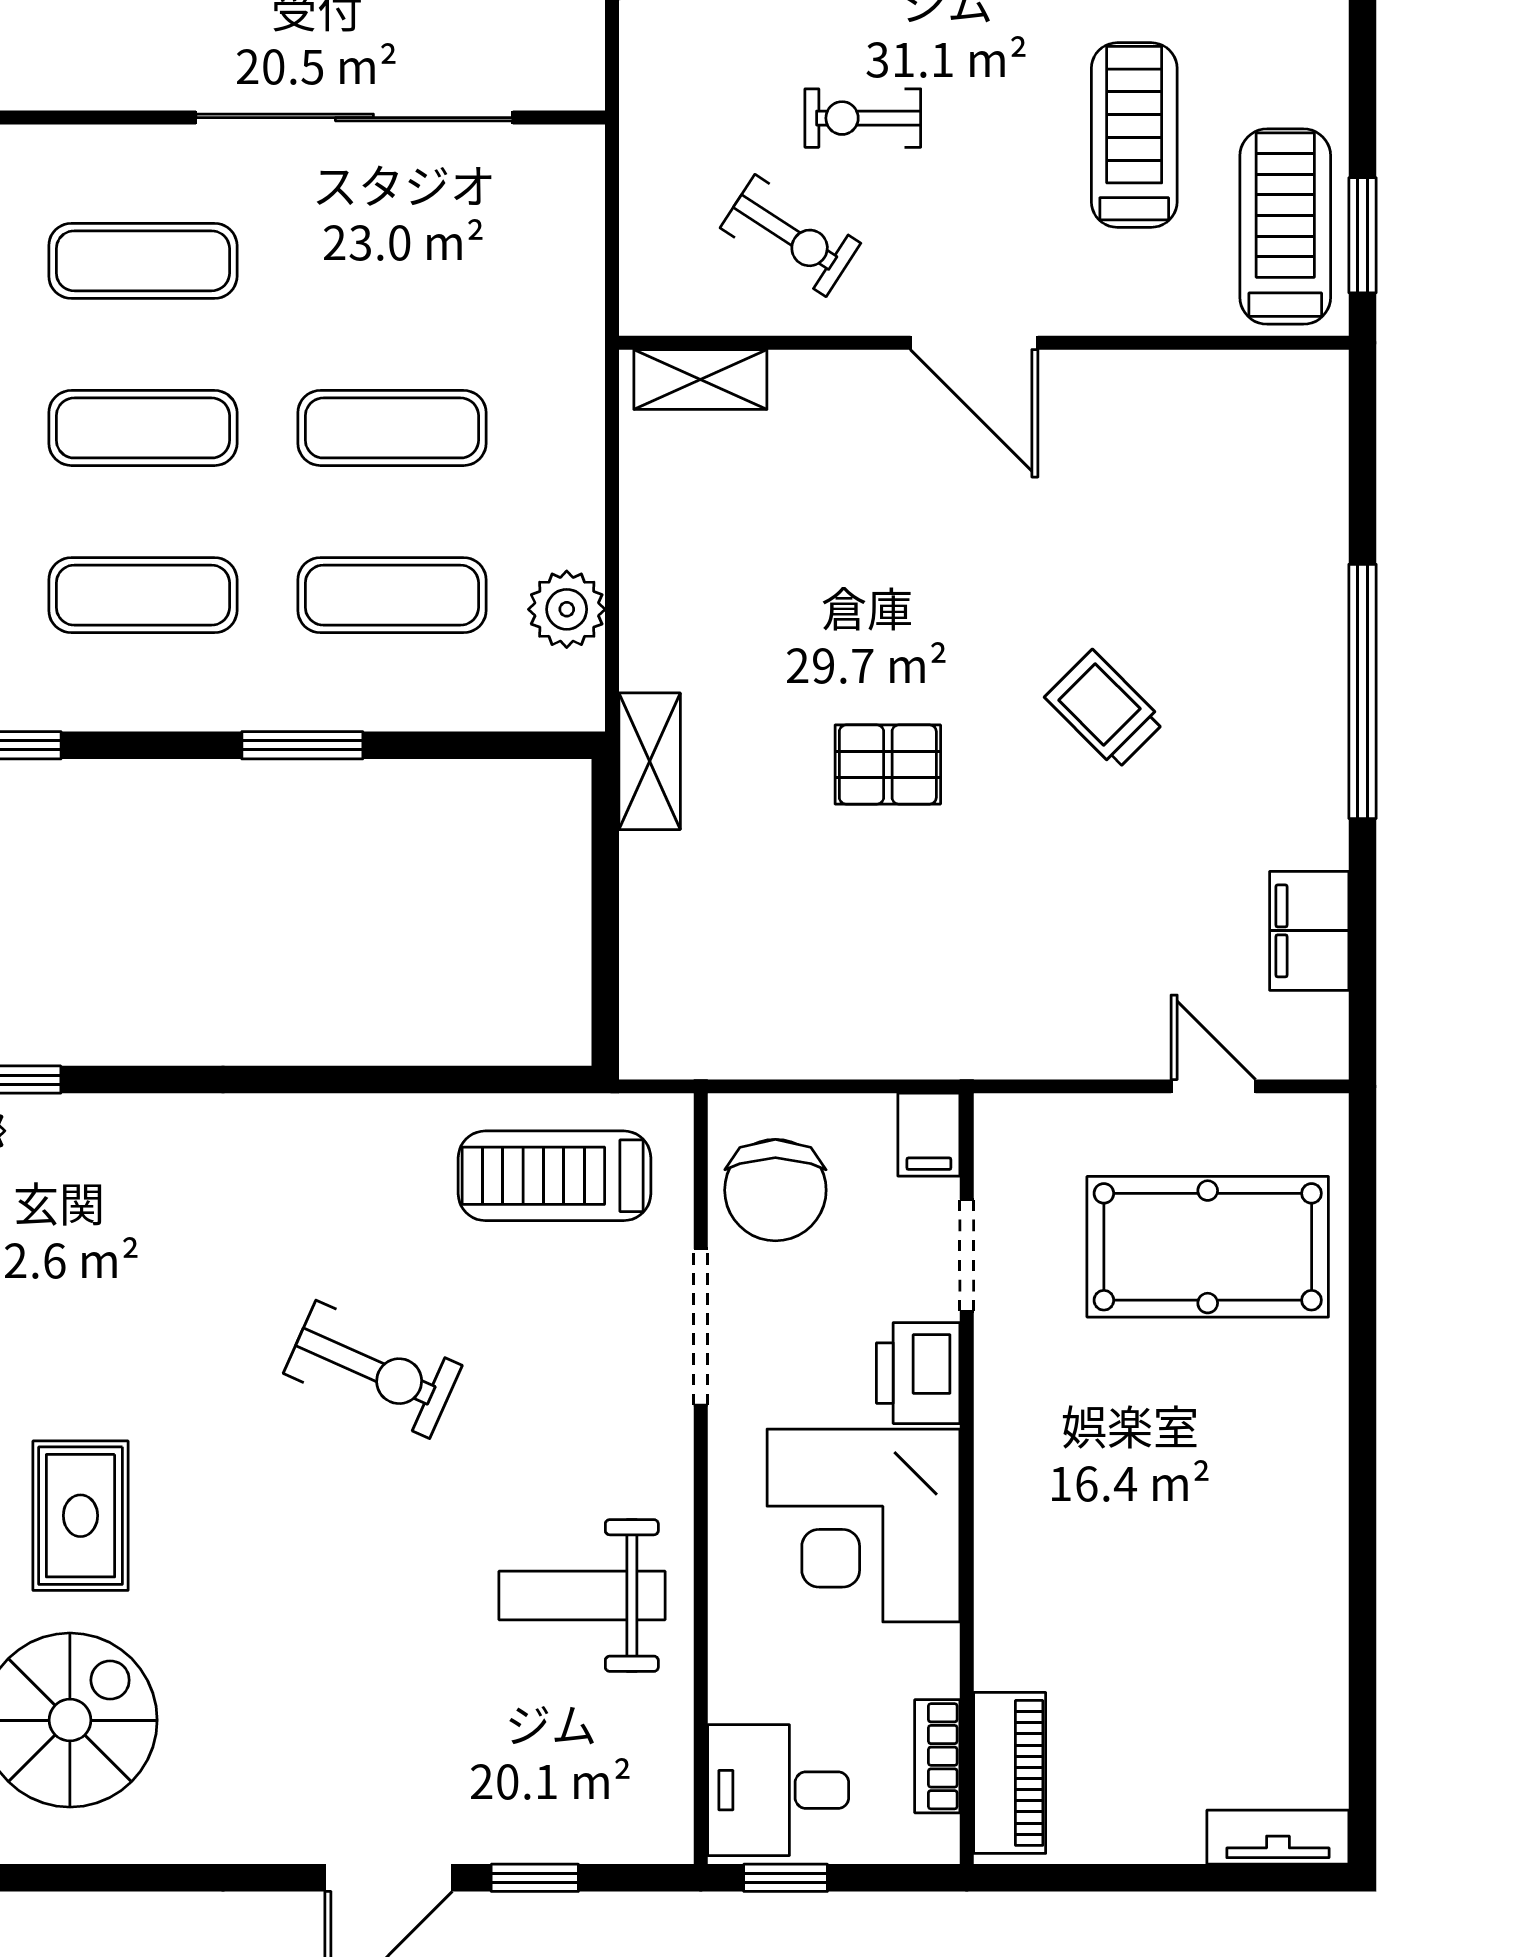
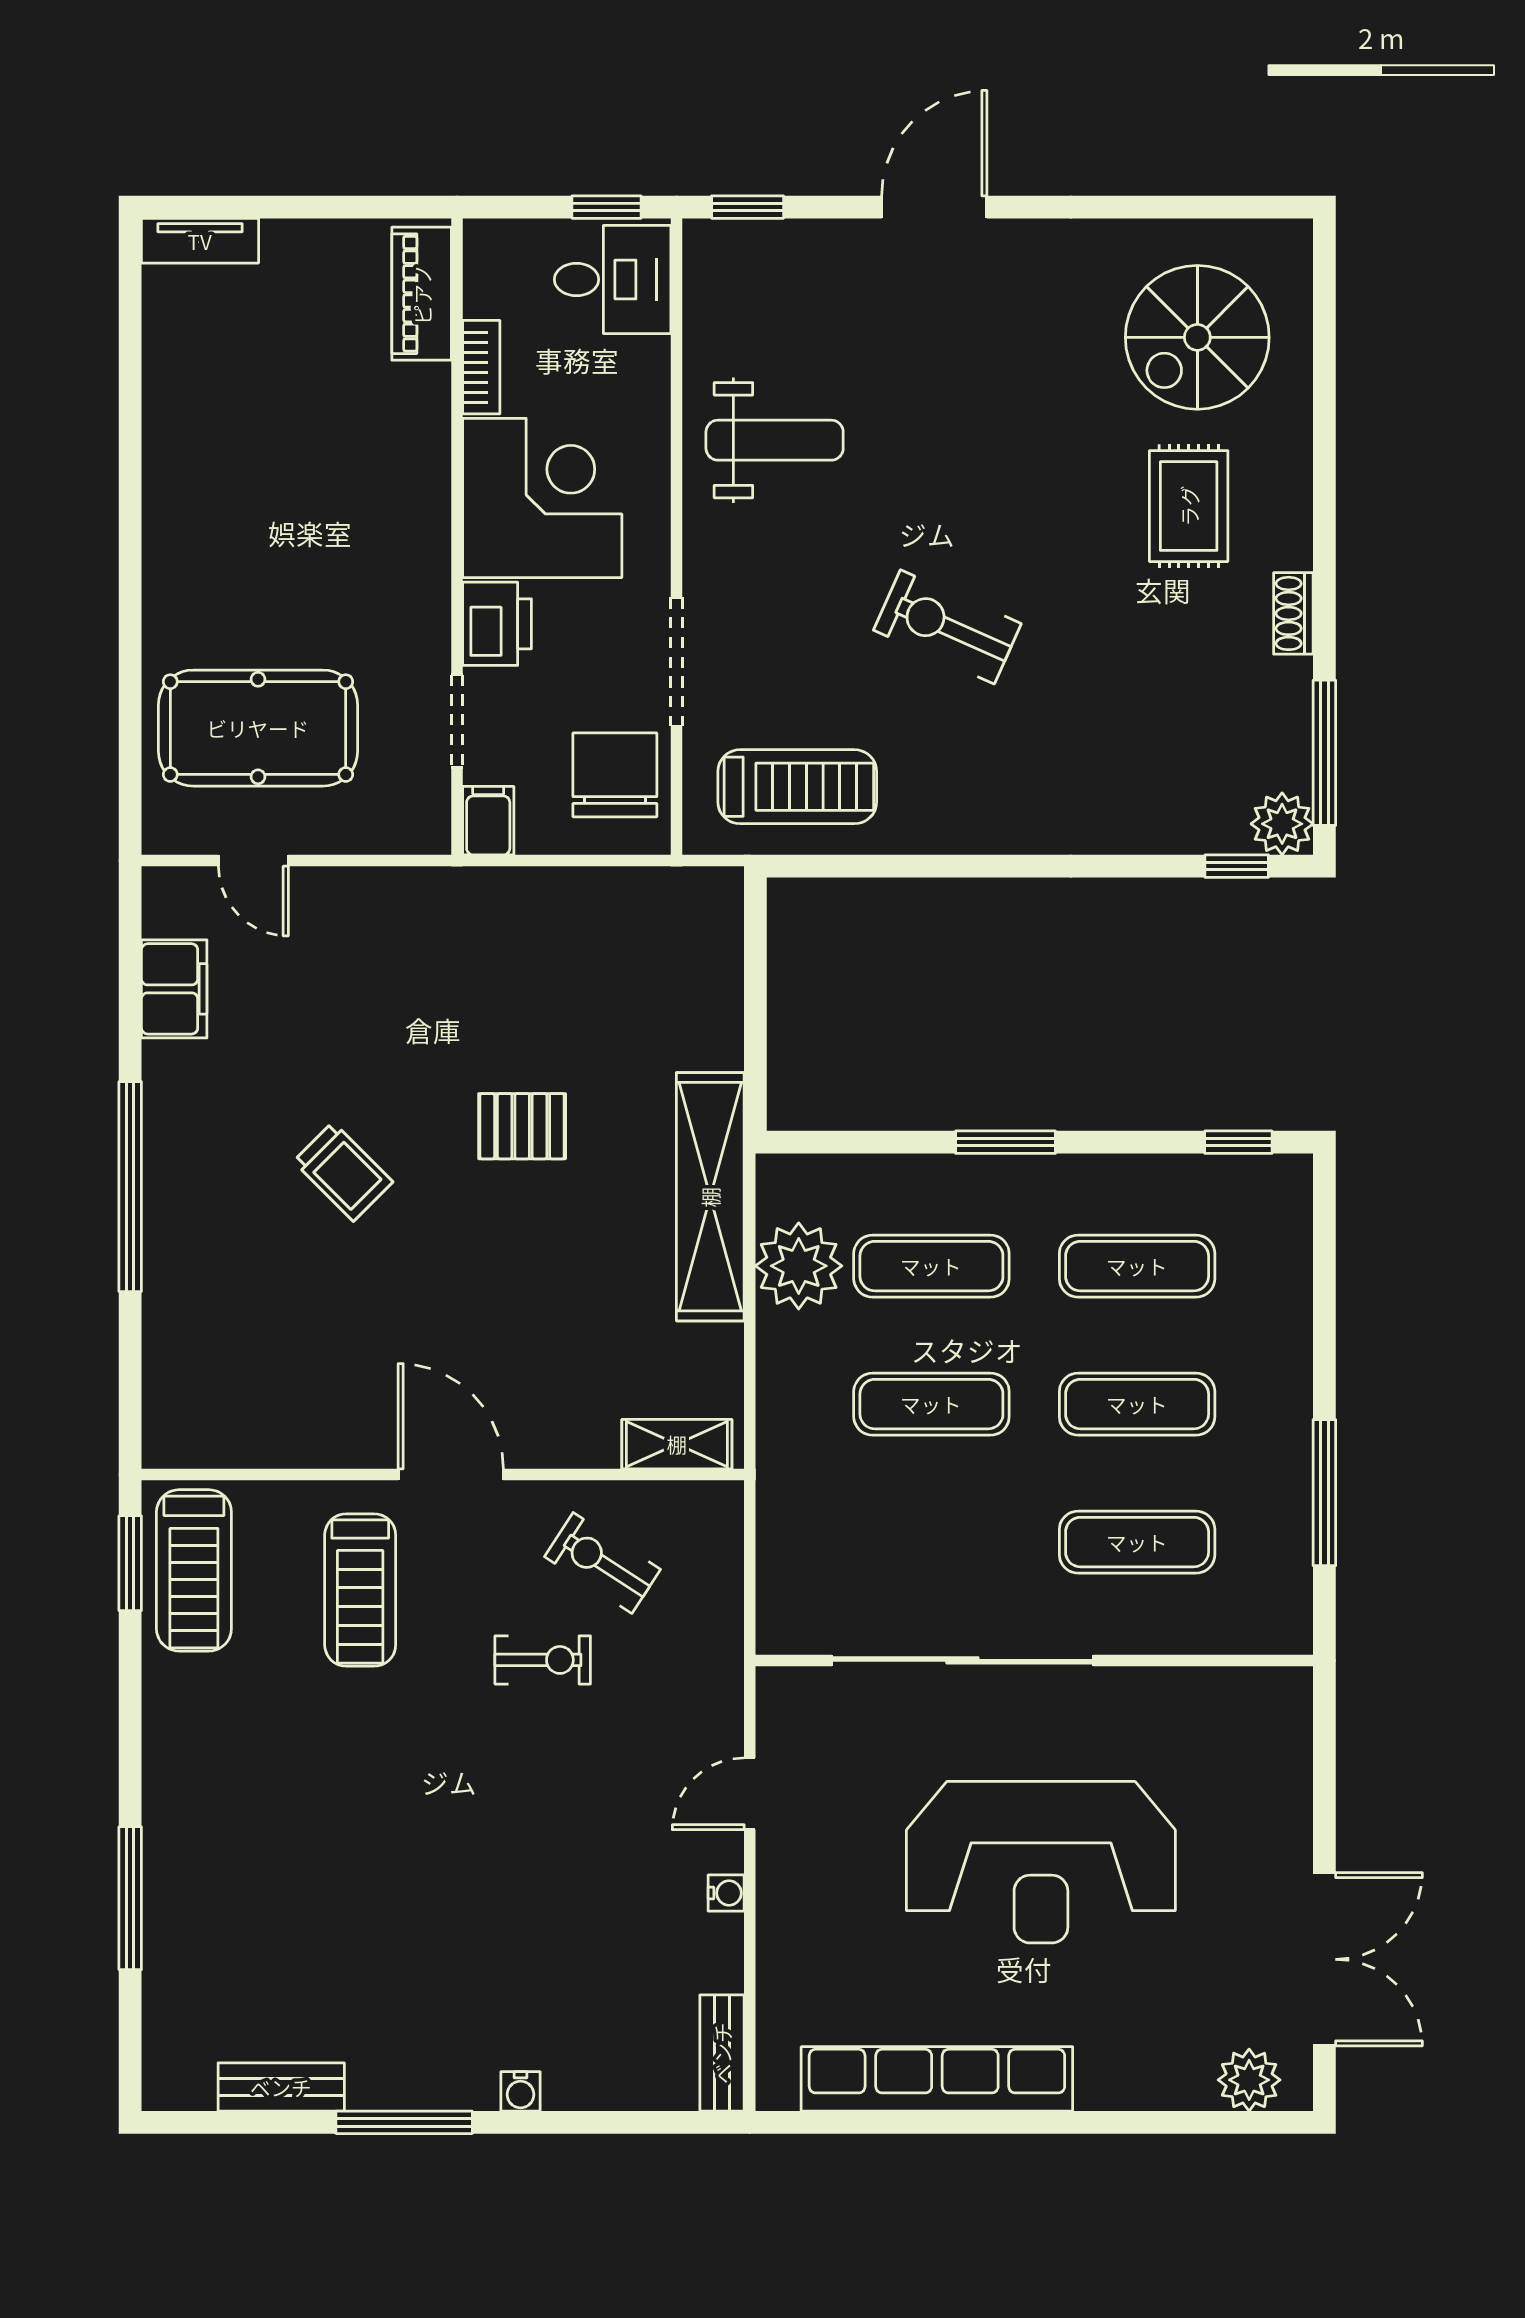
treadmill: (1134, 135) -> (360, 1590), moved
plant: (567, 609) -> (799, 1266), width x1.36, depth x1.36
shelving: (650, 761) -> (710, 1197), width x2.20, depth x1.33
bookcase: (937, 1756) -> (481, 367), moved
window: (535, 1878) -> (748, 207), moved

